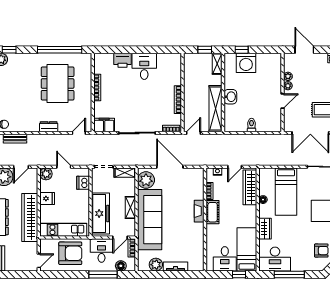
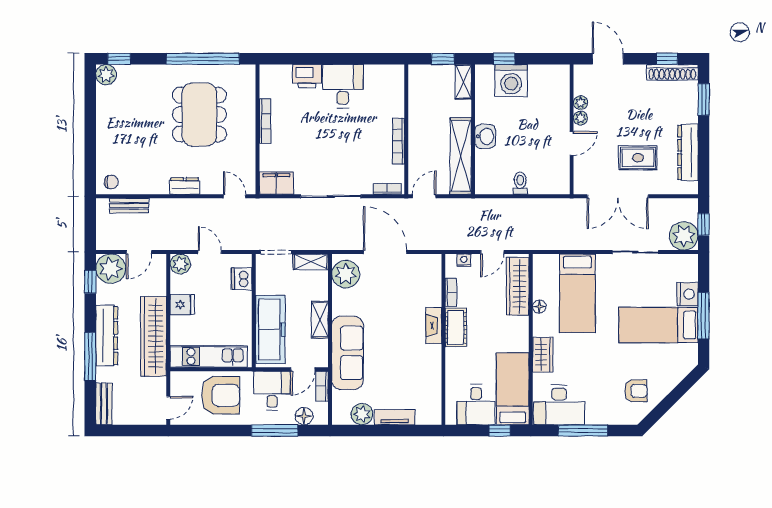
door: (79, 133) -> (235, 196), hinge flipped
sofa: (150, 220) -> (348, 353), width x0.74, depth x0.79

